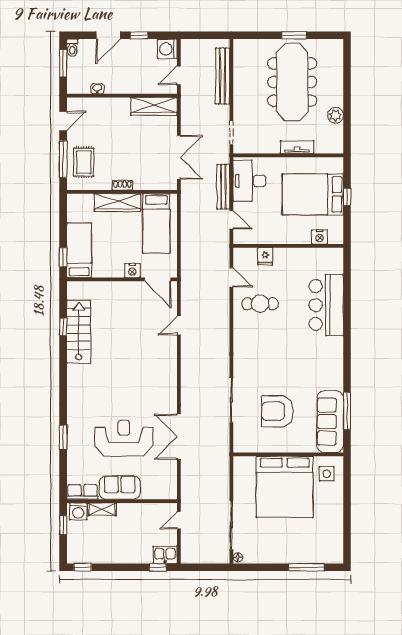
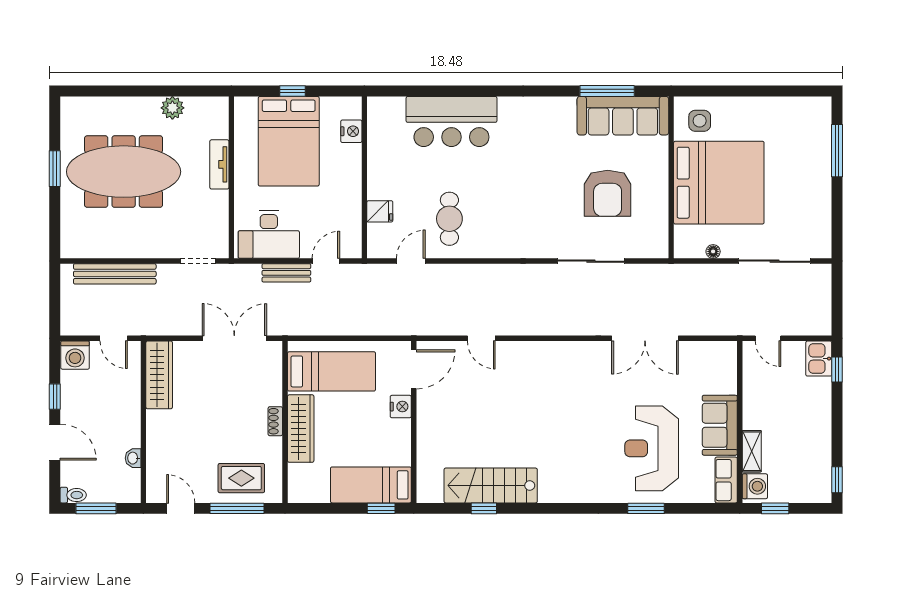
bench: (223, 187) -> (286, 273), width x0.73
reception desk: (124, 438) -> (652, 448), moved
floor lamp: (238, 557) -> (713, 251), moved

